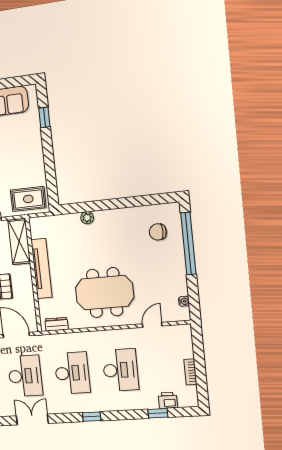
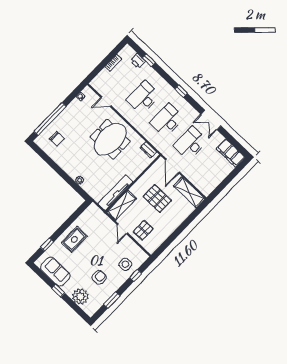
rug: (28, 199) -> (74, 239), moved, turned 90
tv unit: (42, 268) -> (115, 193), moved
meeting table: (105, 293) -> (110, 139), turned 90

